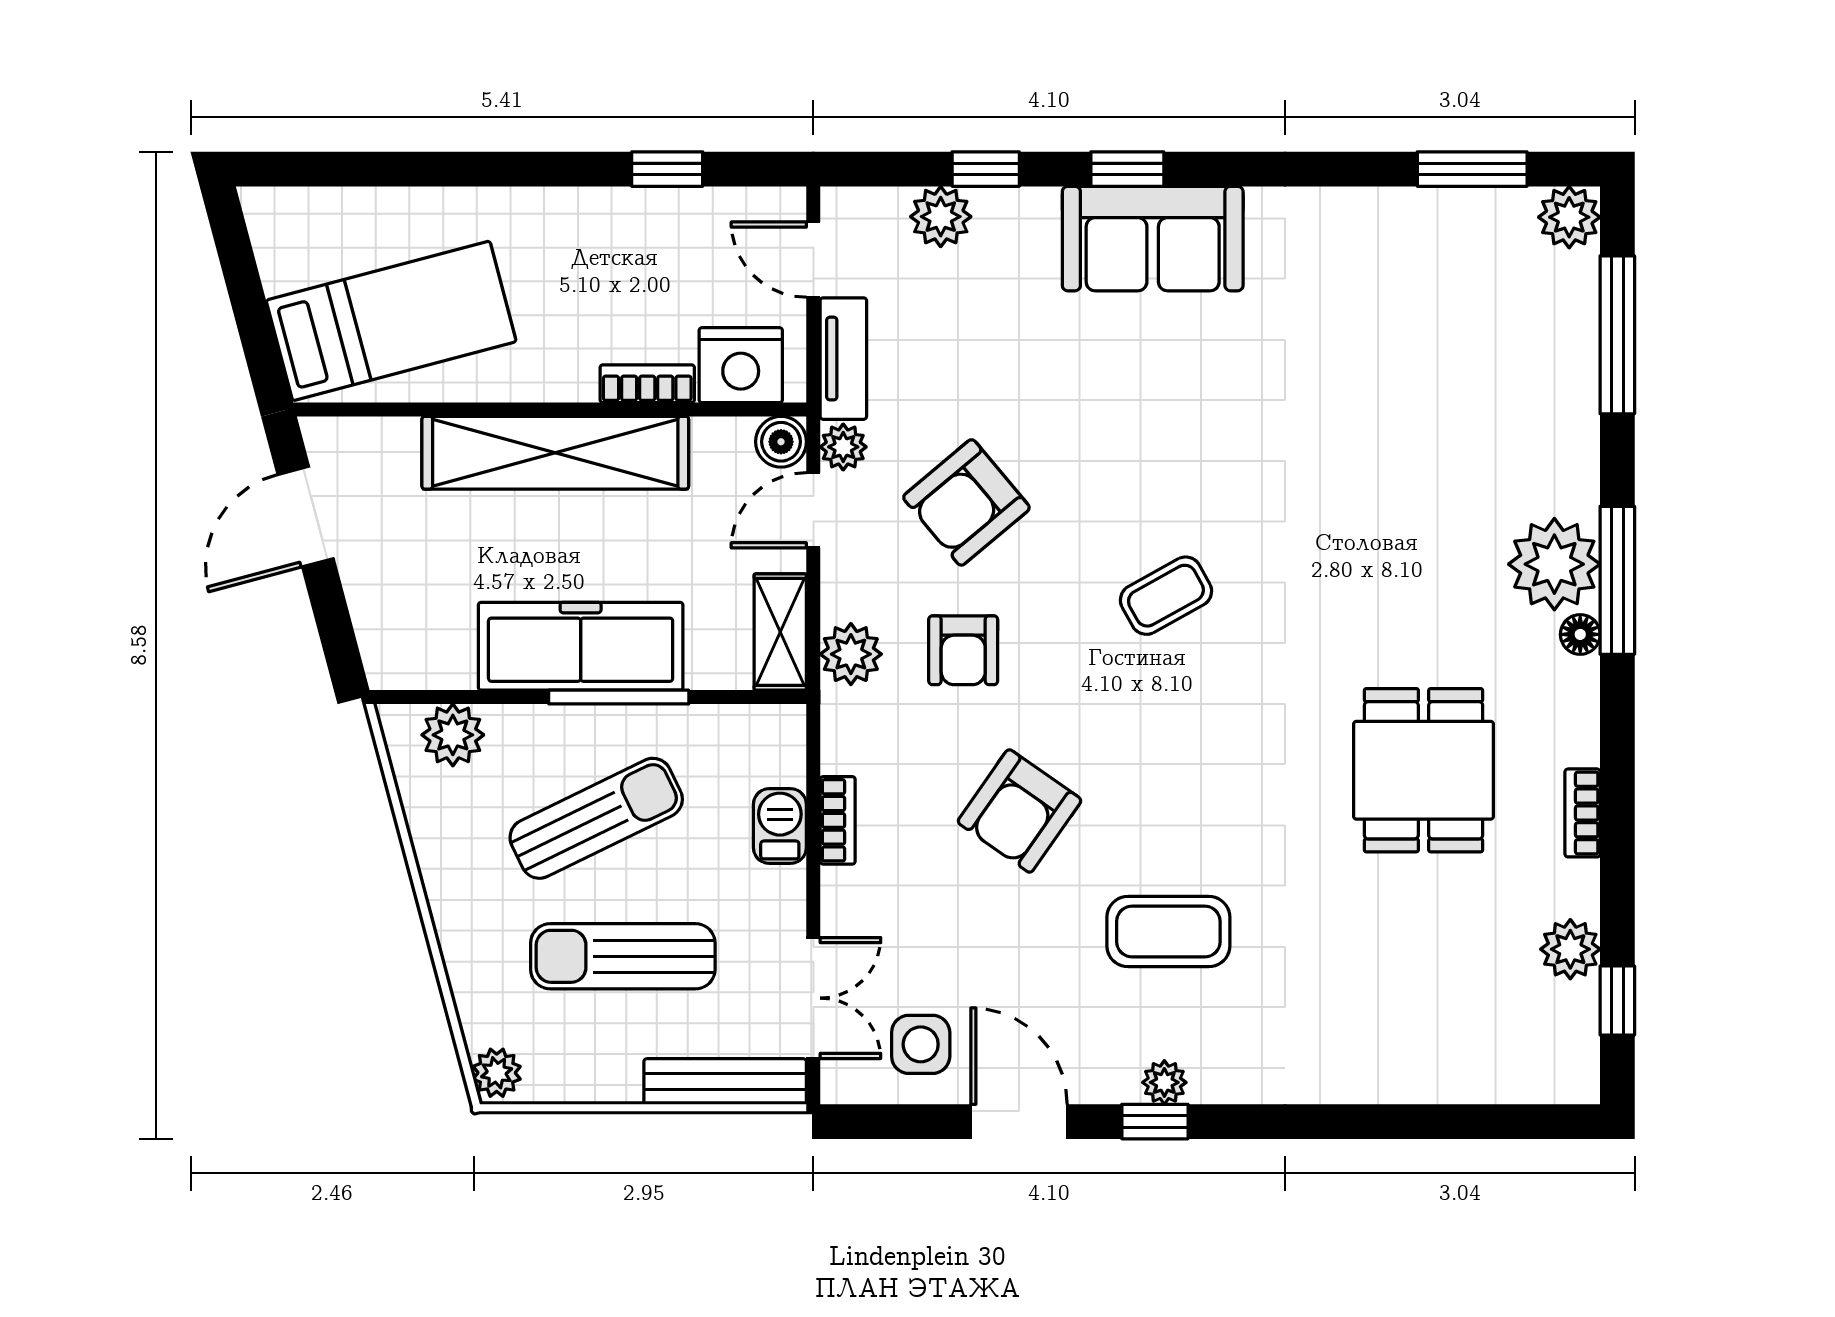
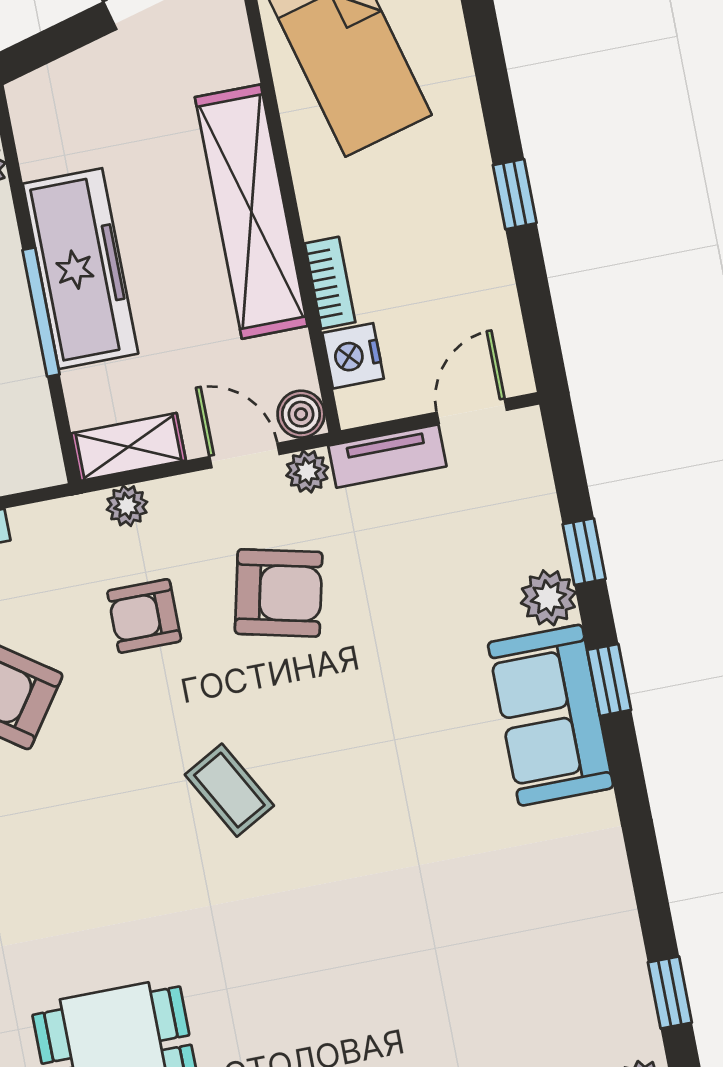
window: (667, 169) -> (515, 194), moved
window: (1472, 169) -> (670, 992), width x0.67
plant: (941, 217) -> (548, 598), moved
nightstand: (741, 365) -> (353, 356), width x0.74, depth x0.75
armchair: (966, 502) -> (279, 593), turned 143
plant: (851, 654) -> (127, 506), width x0.73, depth x0.73

